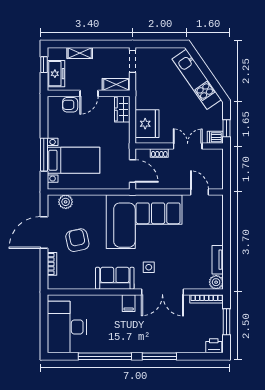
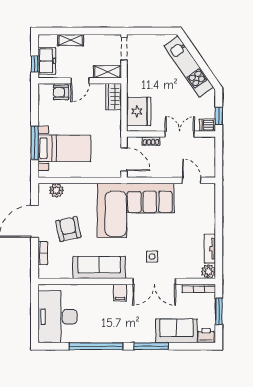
window: (44, 65) -> (35, 64), moved
side table: (149, 267) -> (152, 257), moved
sofa: (115, 278) -> (99, 267), width x1.36
sofa: (184, 341) -> (176, 331), added

